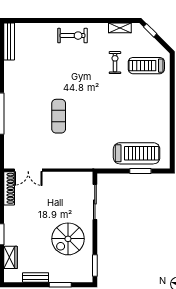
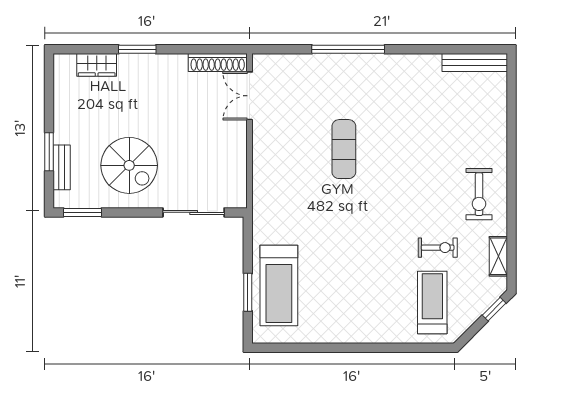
exercise bike: (72, 36) -> (479, 194), moved
exercise mat: (59, 116) -> (344, 149), turned 90
spiral stairs: (68, 239) -> (129, 165), turned 180
bench: (36, 277) -> (62, 167), moved

